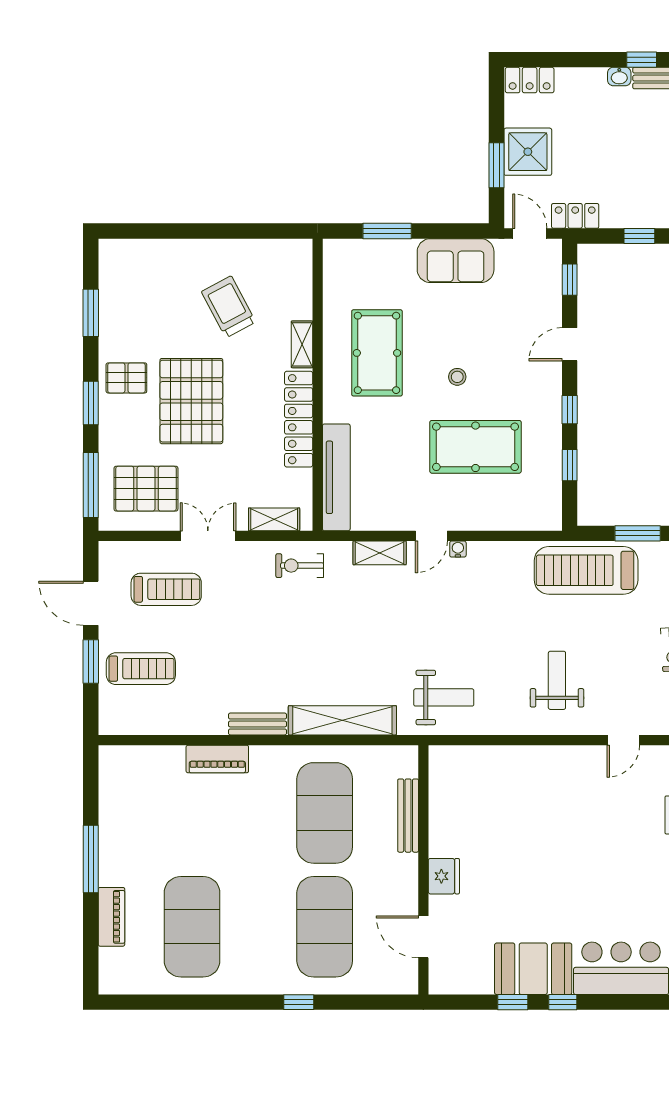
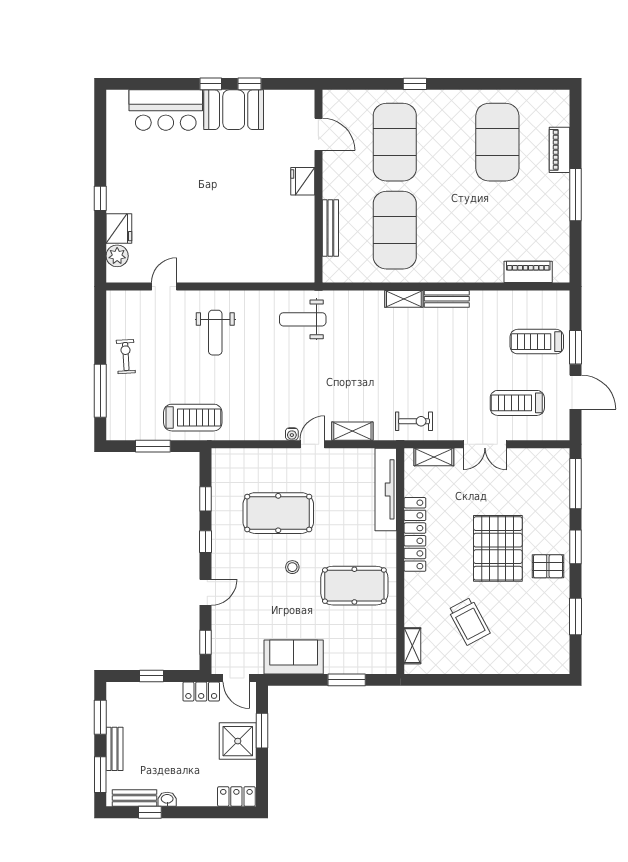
shelving: (302, 344) -> (412, 646), moved
pool table: (377, 353) -> (354, 586), turned 90
pallet: (146, 489) -> (533, 481), removed
treadmill: (586, 570) -> (193, 418), width x0.73, depth x0.73
shelving: (342, 720) -> (404, 299), width x0.45, depth x0.75
piano: (217, 759) -> (528, 272), moved

